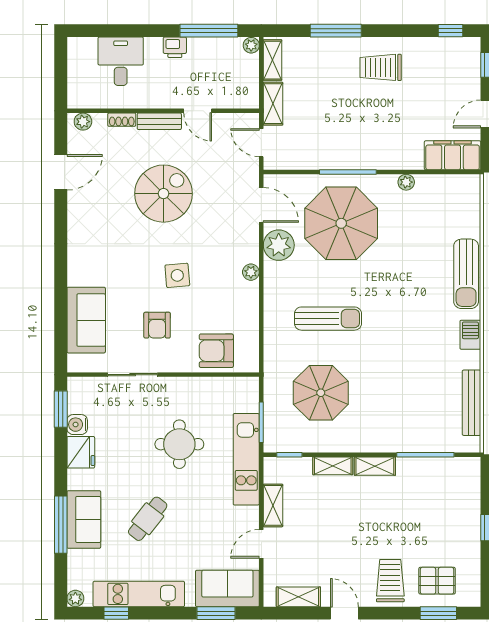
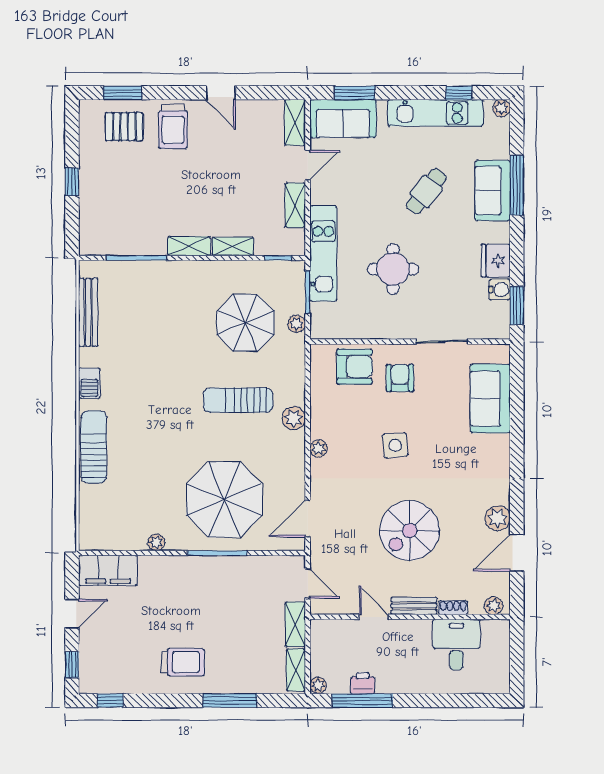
printer: (175, 47) -> (363, 683), moved
desk: (121, 61) -> (456, 644), moved, turned 180
plant: (79, 205) -> (498, 518), added
door: (261, 205) -> (308, 519), hinge flipped
plant: (279, 245) -> (294, 418), moved, width x0.73, depth x0.73
armchair: (157, 325) -> (400, 378), moved
plant: (272, 392) -> (297, 324), added
shelving: (298, 597) -> (295, 122), moved, turned 90

